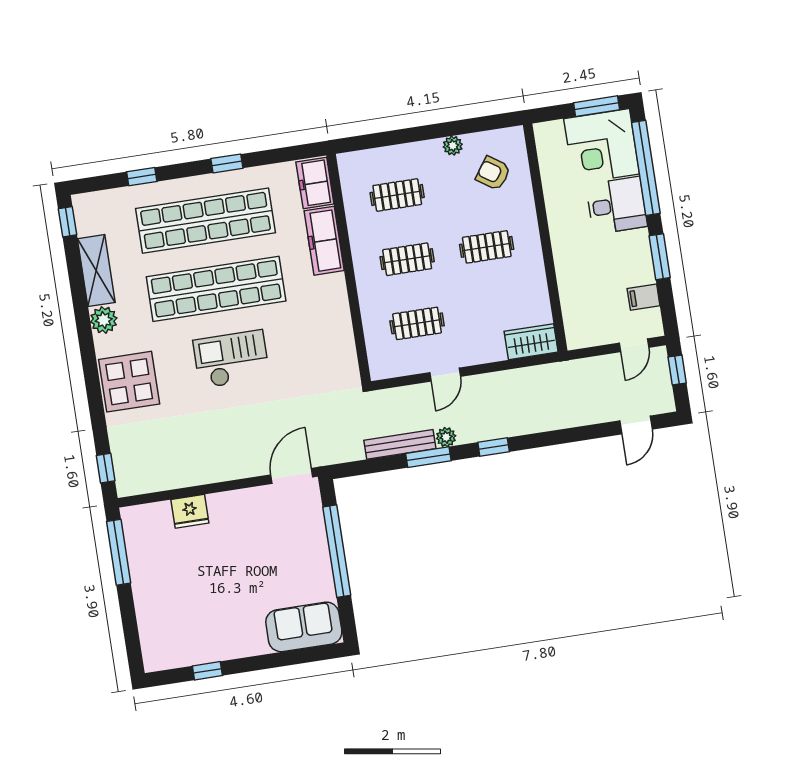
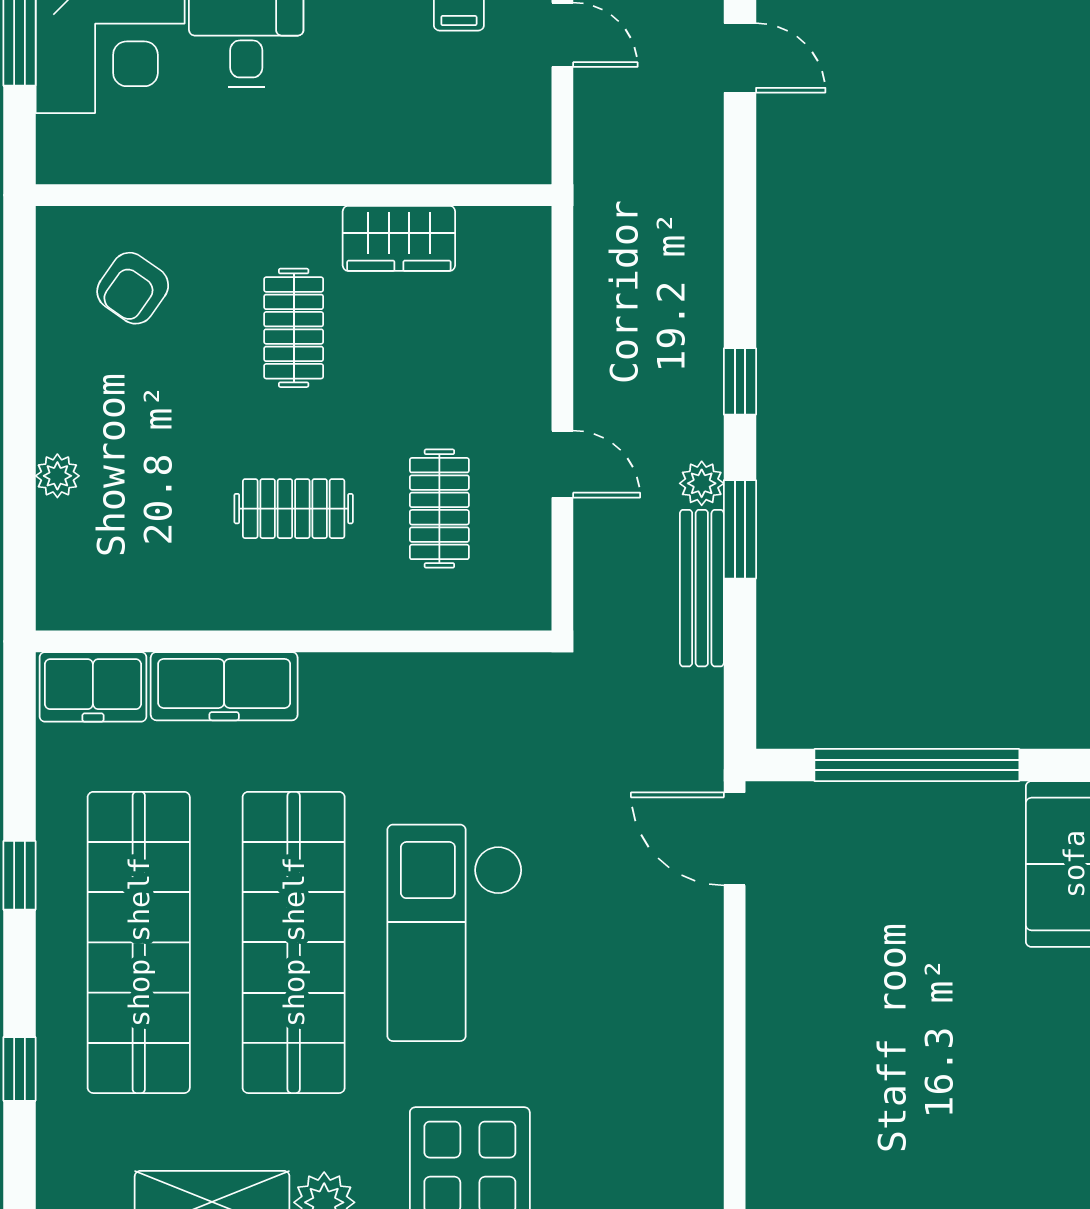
plant: (453, 146) -> (57, 476), moved
clothes rail: (397, 195) -> (148, 509), removed
clothes rail: (407, 259) -> (294, 509), turned 90
wardrobe: (531, 342) -> (399, 238), moved, turned -90
checkout: (231, 359) -> (455, 933), width x1.36, depth x1.21
fridge: (190, 511) -> (778, 1077), removed

